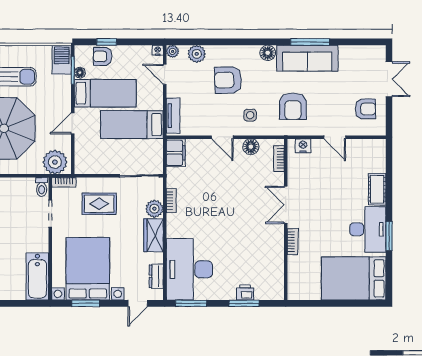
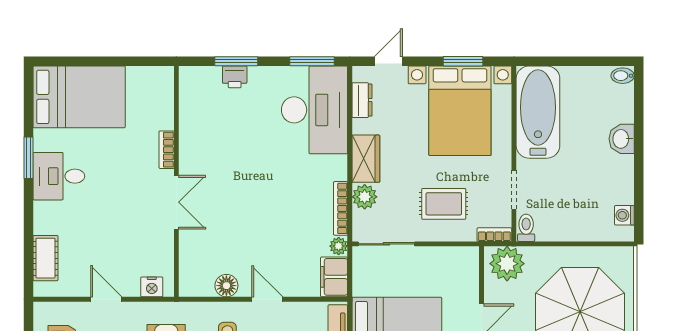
bookcase: (279, 159) -> (186, 269), removed
plant: (173, 174) -> (339, 246), added
cot: (377, 189) -> (46, 258), moved
bookcase: (171, 201) -> (341, 208), width x1.56
desk: (368, 229) -> (59, 176), width x0.73
bathtub: (37, 276) -> (538, 112), width x1.36, depth x1.36

